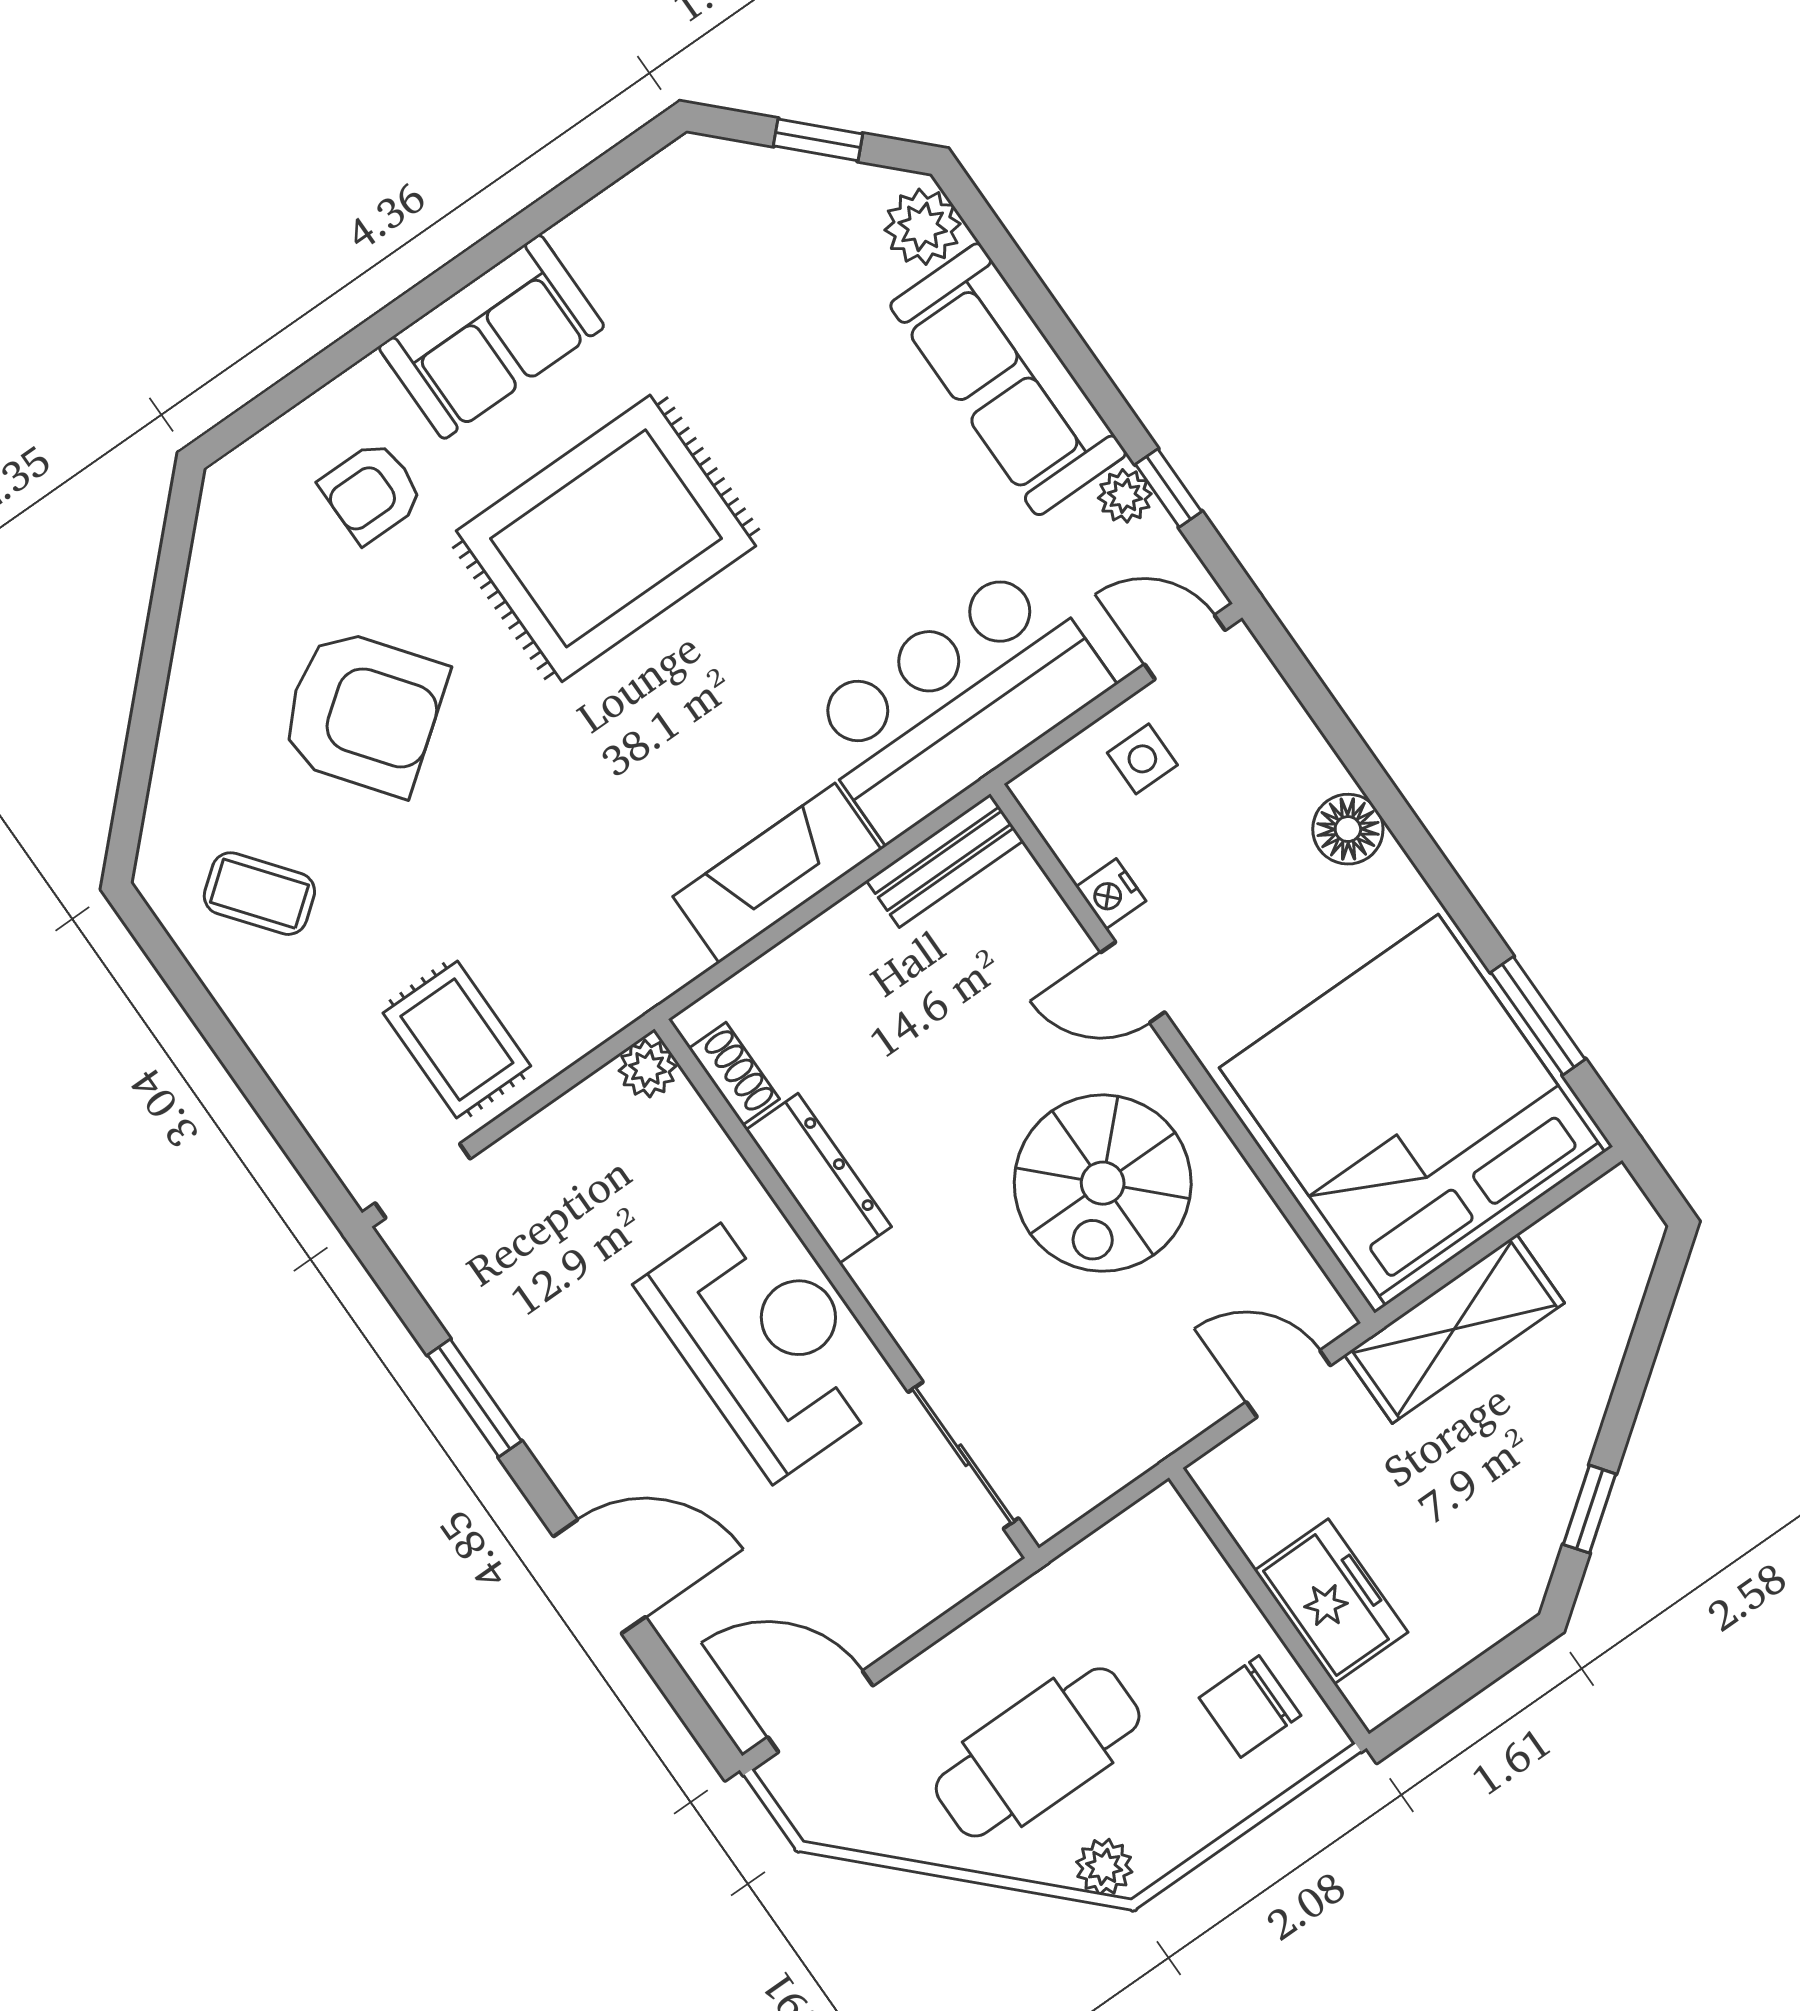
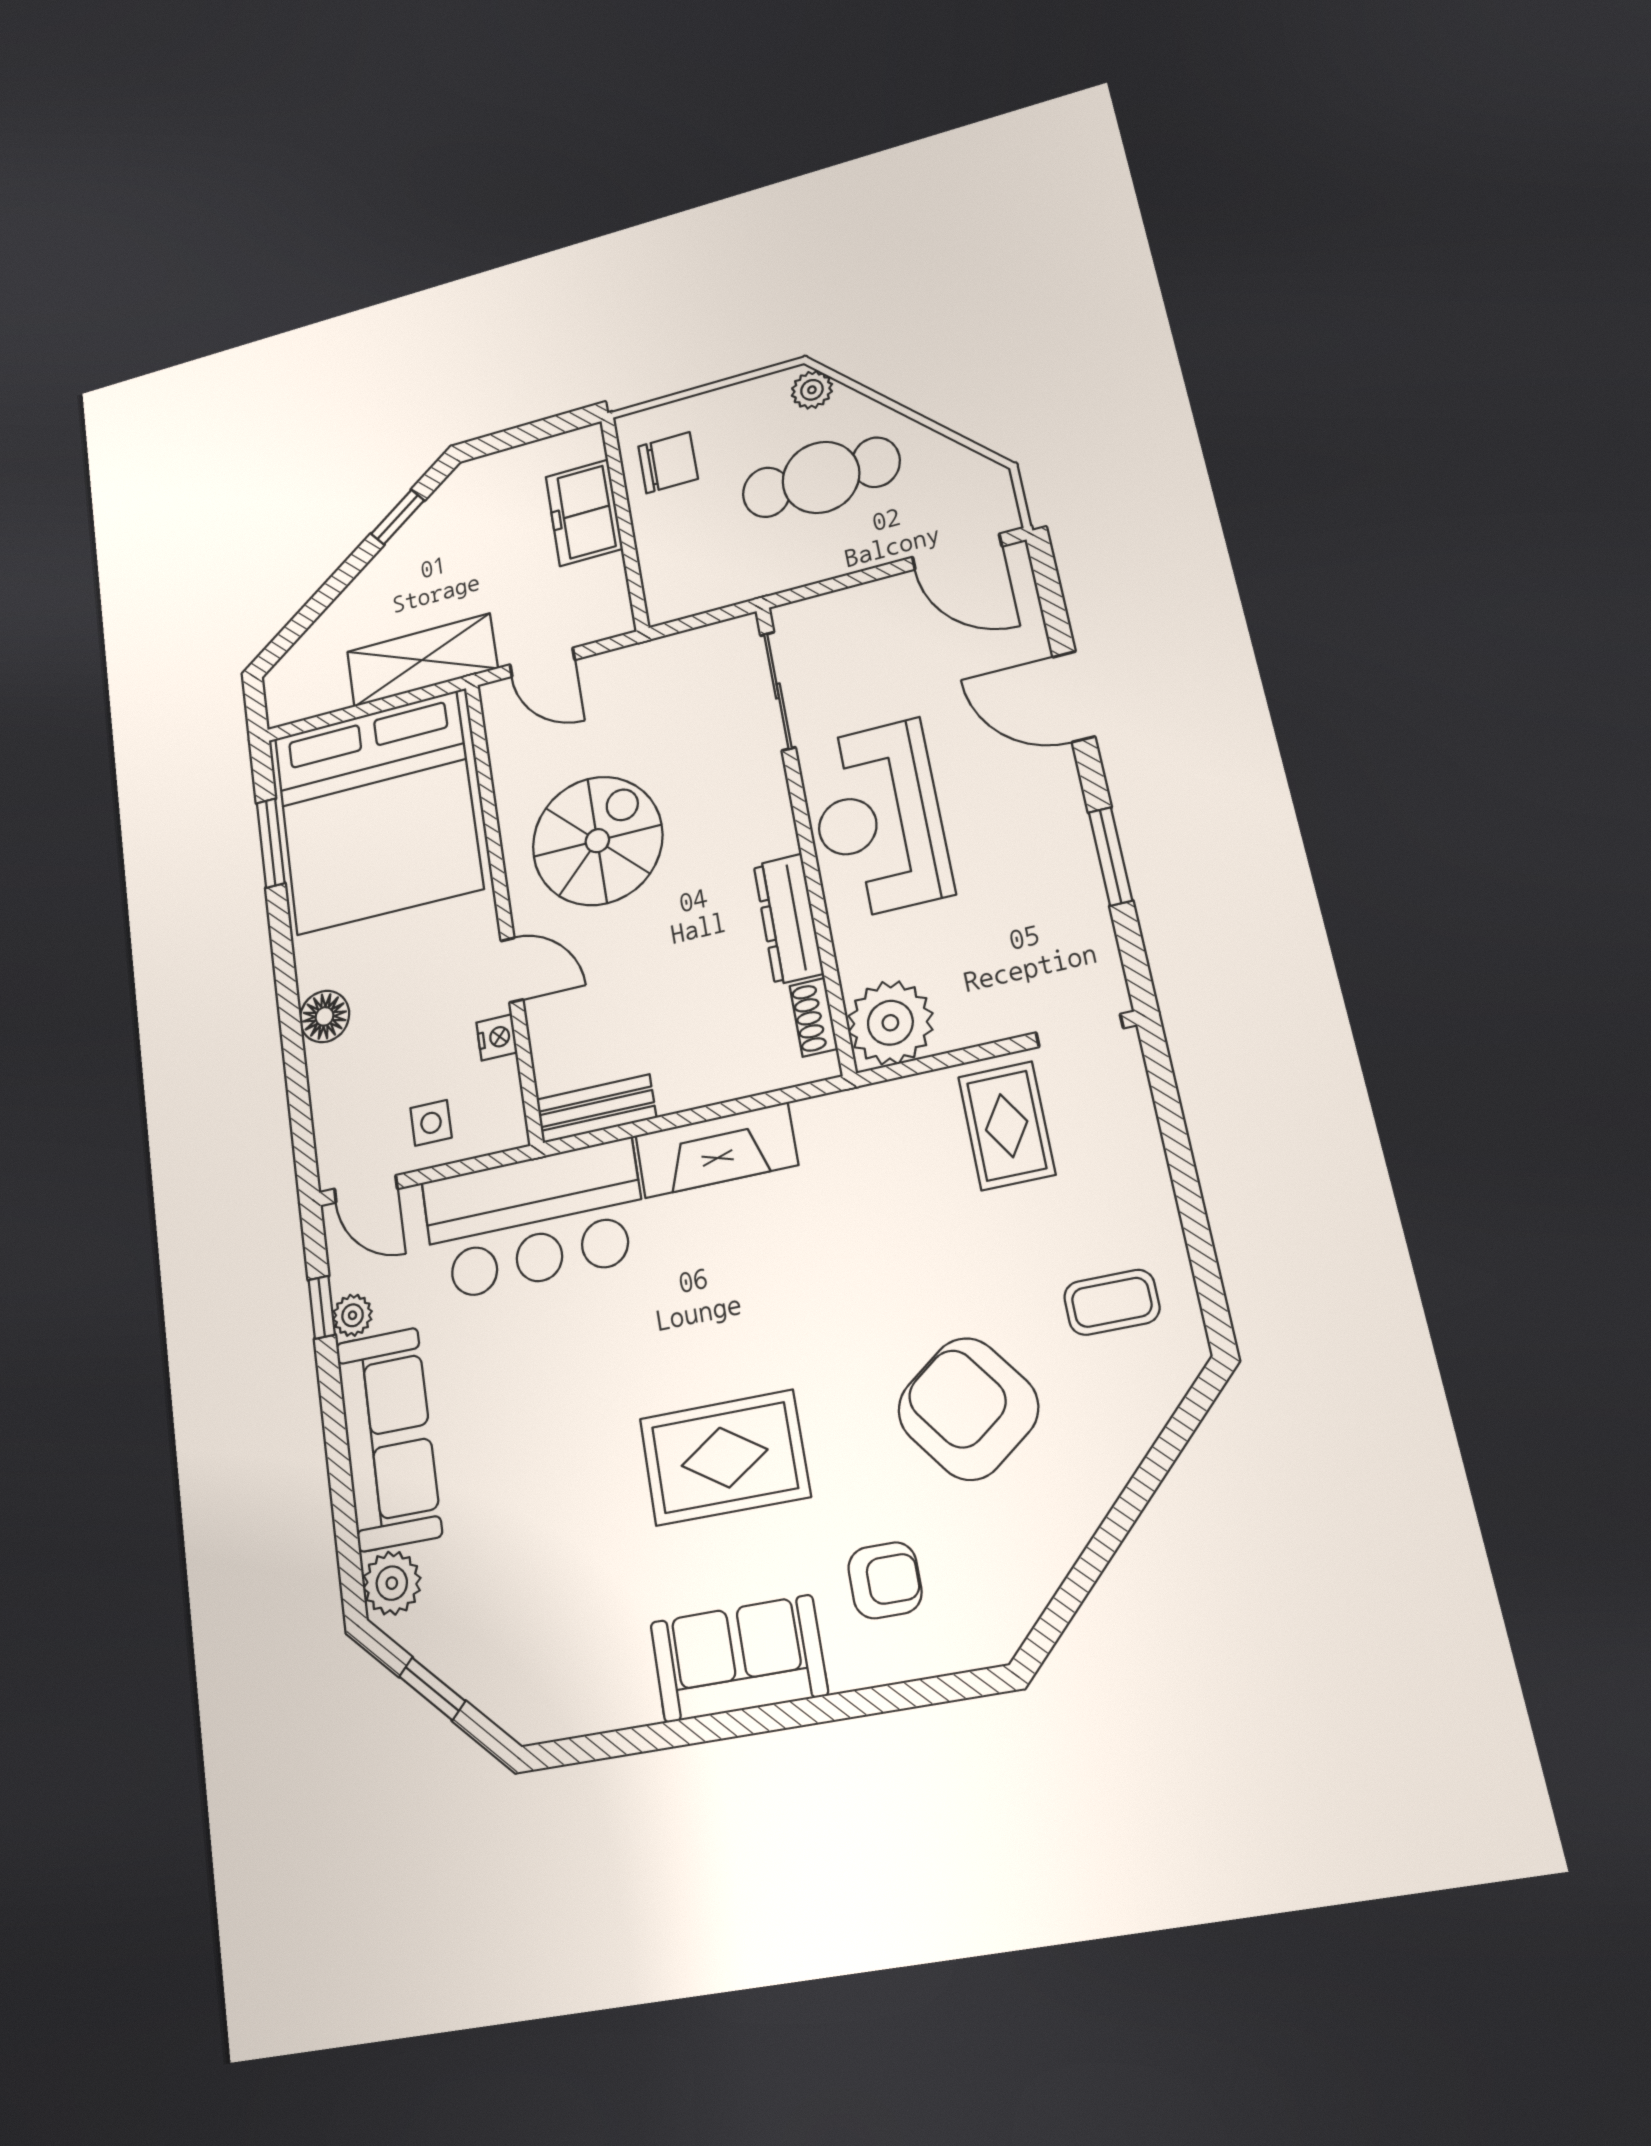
rug: (606, 538) -> (725, 1458), width x0.73, depth x0.69
coffee table: (259, 894) -> (1112, 1302), turned -52
plant: (647, 1068) -> (890, 1023), width x1.88, depth x1.88

